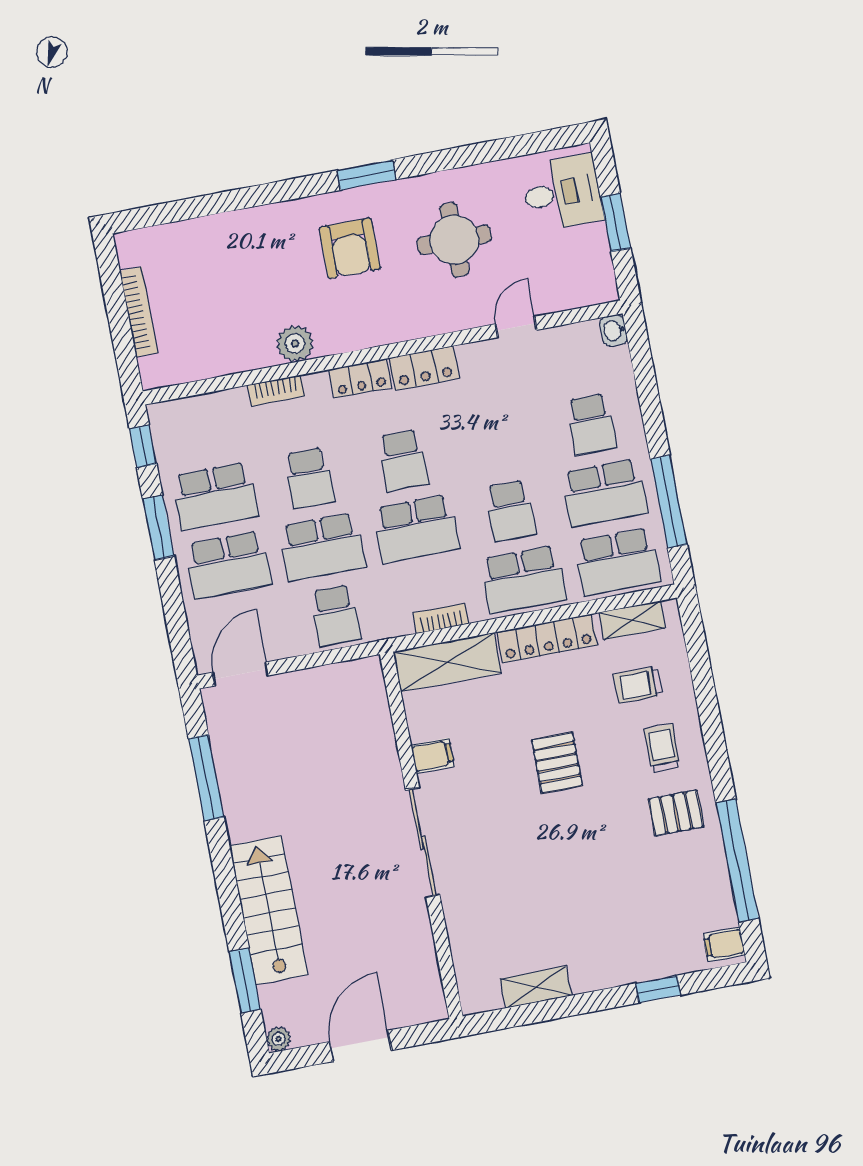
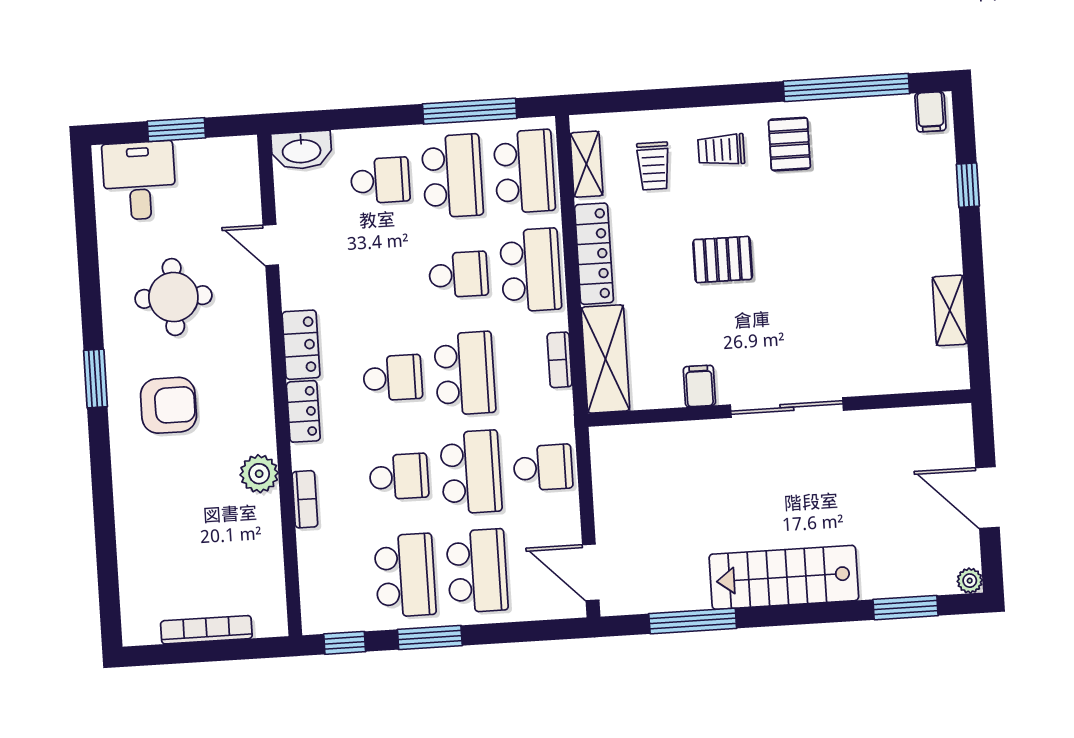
washbasin: (614, 330) -> (301, 150), width x1.91, depth x1.45
stairs: (269, 910) -> (784, 577), moved

